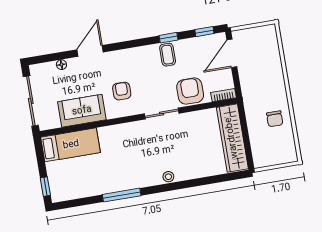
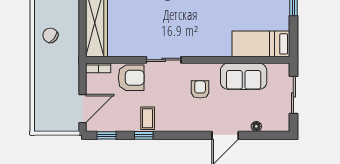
armchair: (122, 91) -> (200, 89), turned 180
armchair: (190, 91) -> (131, 78), turned -90
sliding door: (31, 101) -> (293, 95), width x0.73
chair: (275, 119) -> (50, 35), turned -52

